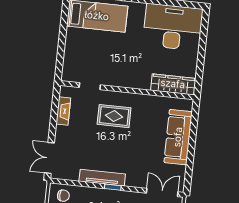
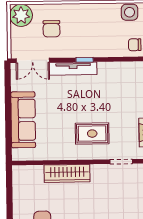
wardrobe: (173, 84) -> (67, 173), moved
tv unit: (102, 178) -> (73, 69), moved

